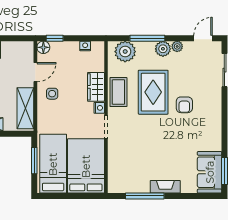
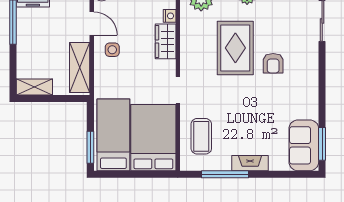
door: (35, 72) -> (92, 24), hinge flipped
coffee table: (118, 92) -> (201, 136), moved
nightstand: (99, 108) -> (170, 16), moved
window: (34, 161) -> (90, 147), moved

